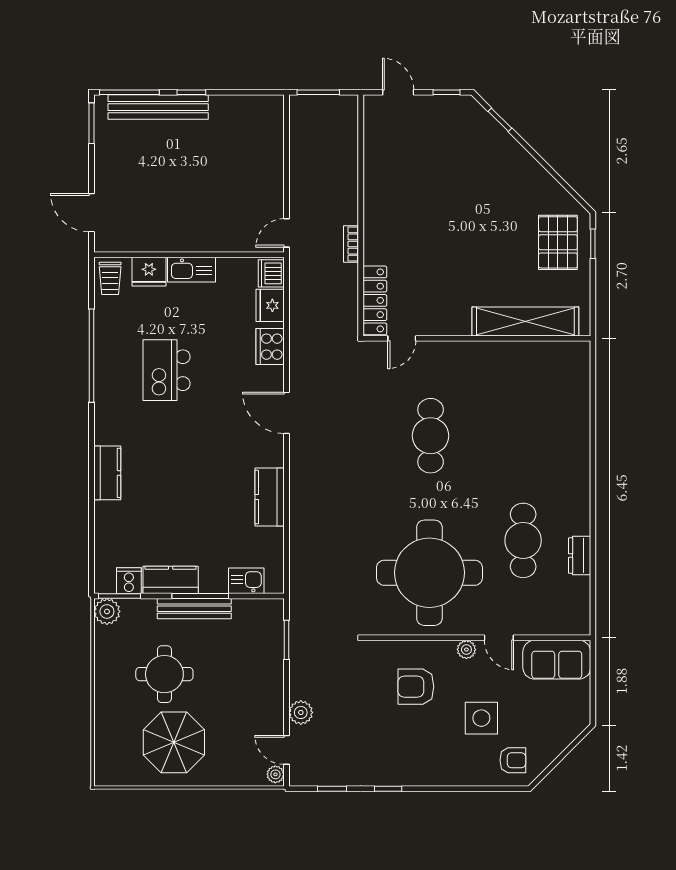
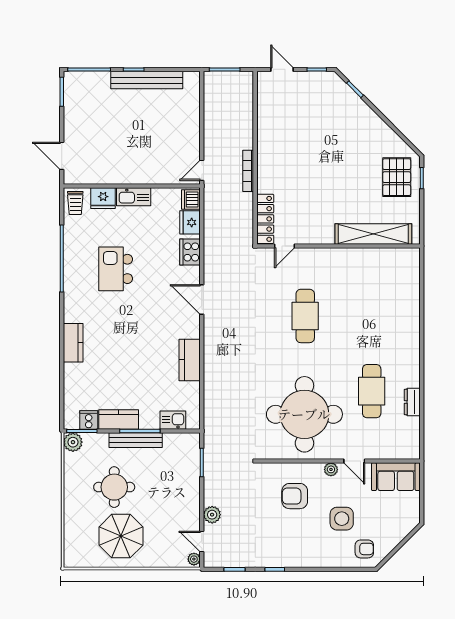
bench: (158, 107) -> (147, 80), moved
bookcase: (351, 244) -> (248, 171), width x1.56

